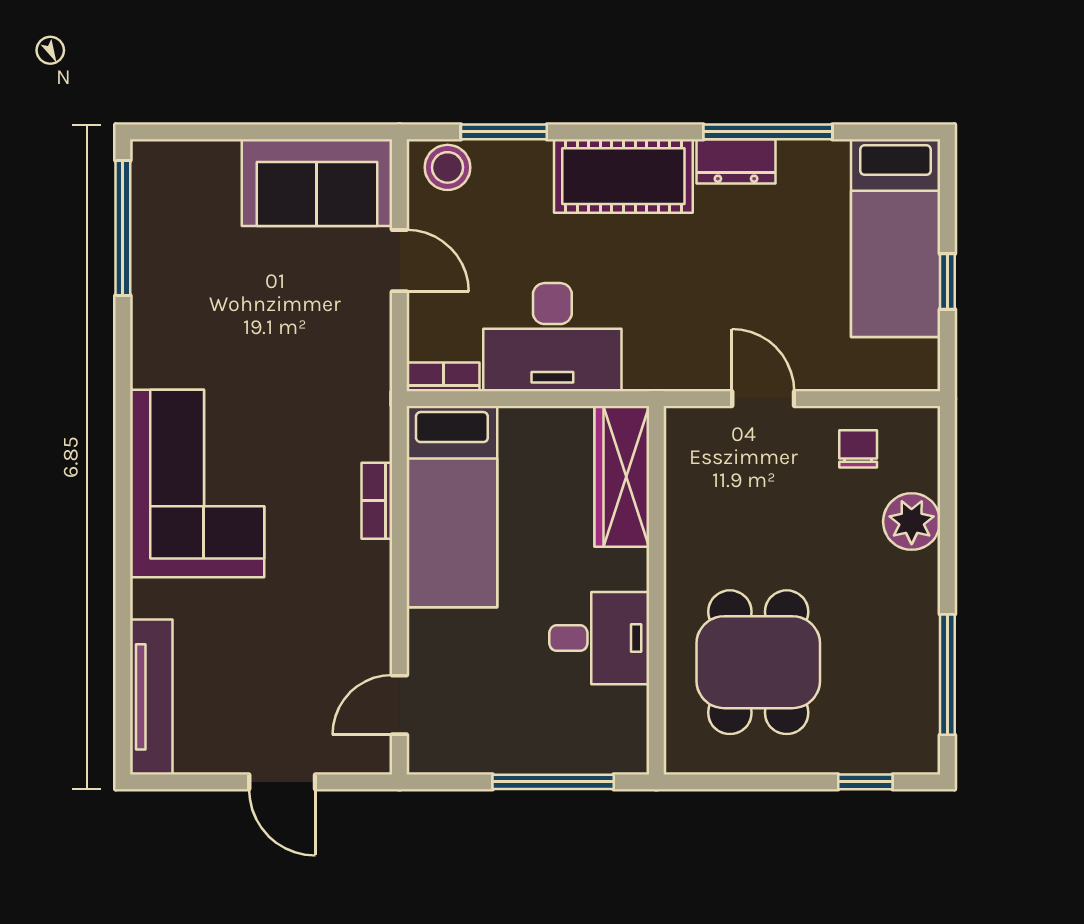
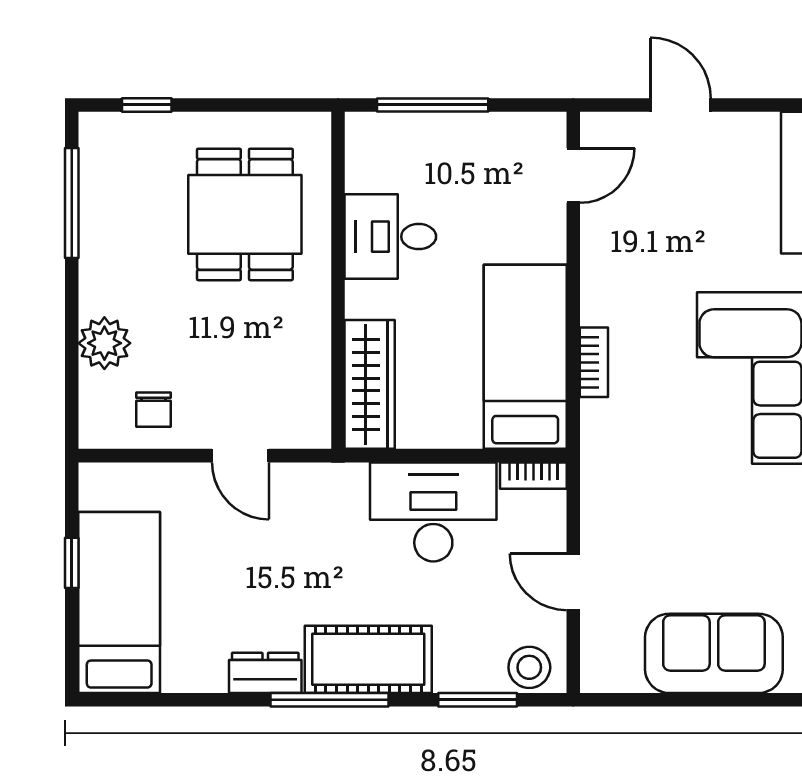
window: (768, 132) -> (329, 700), moved
sofa: (317, 183) -> (714, 653), moved

